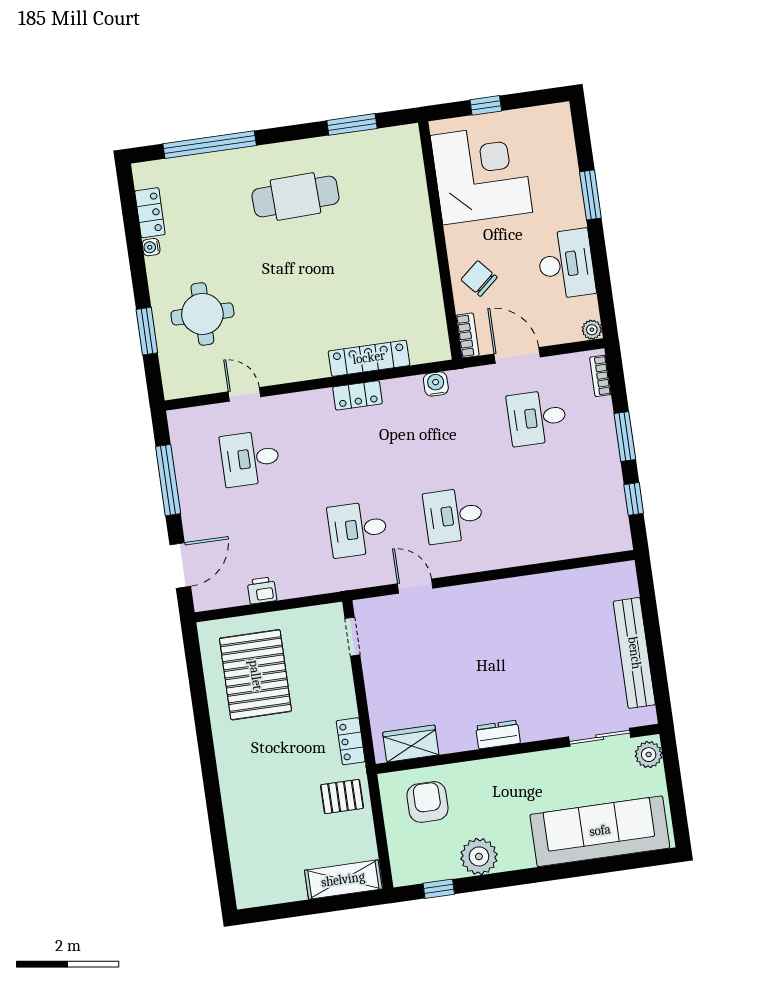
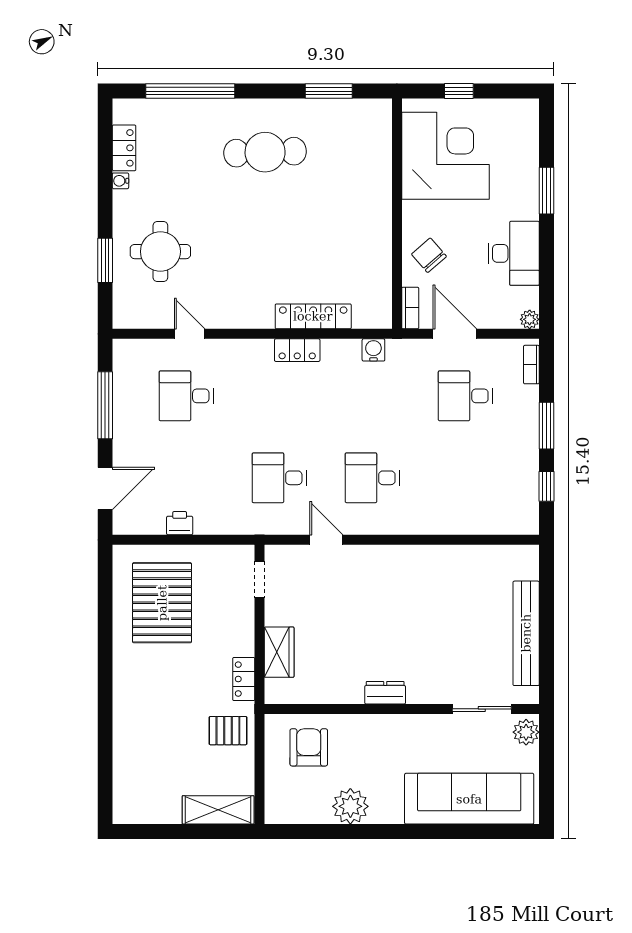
wardrobe: (411, 744) -> (279, 652), moved, turned 90
window: (439, 889) -> (308, 832), removed

